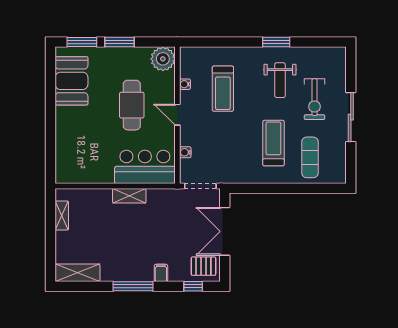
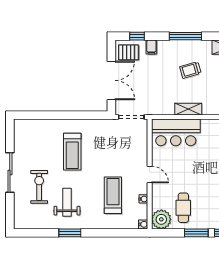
cafe table: (132, 105) -> (183, 208), moved, width x0.73, depth x0.74
water cooler: (185, 152) -> (143, 224), moved
exercise mat: (310, 157) -> (43, 140), removed
trolley: (127, 244) -> (190, 70), added
filing cabinet: (161, 273) -> (151, 47), moved

